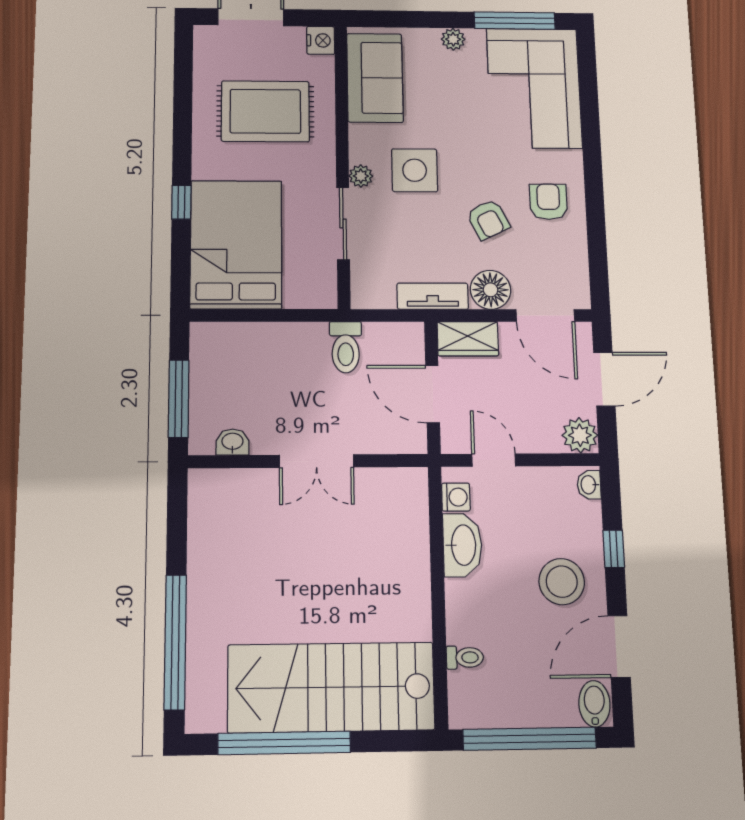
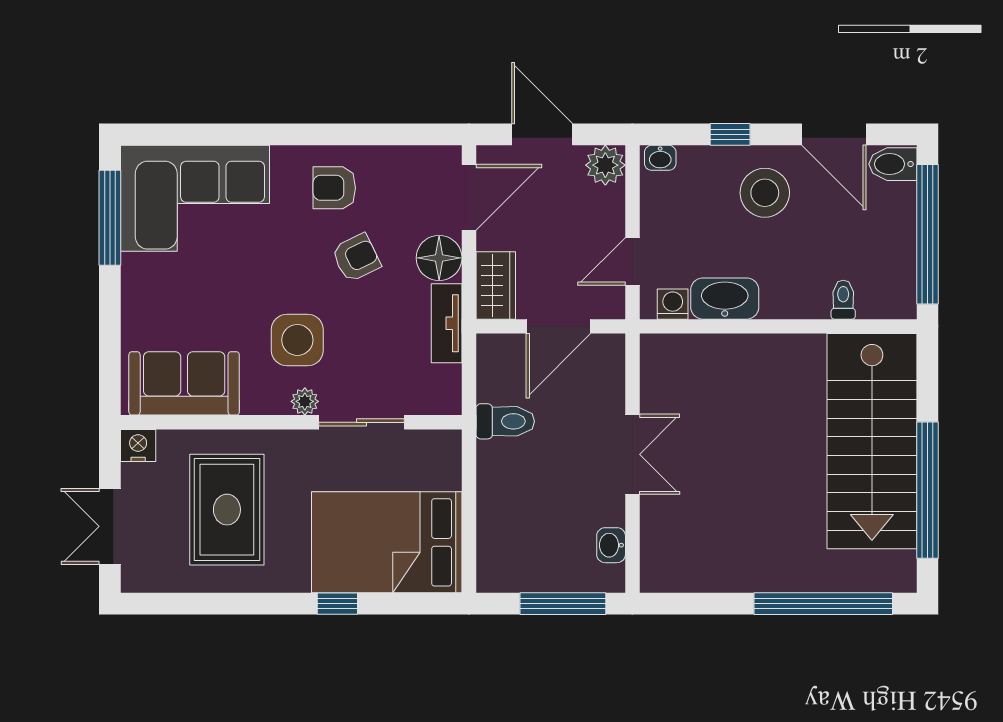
plant: (453, 39) -> (135, 291), removed

